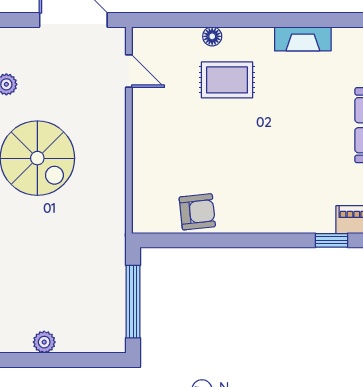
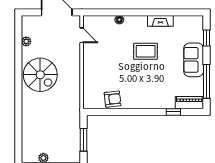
rug: (227, 80) -> (146, 51), moved
window: (133, 302) -> (84, 140), width x0.69

